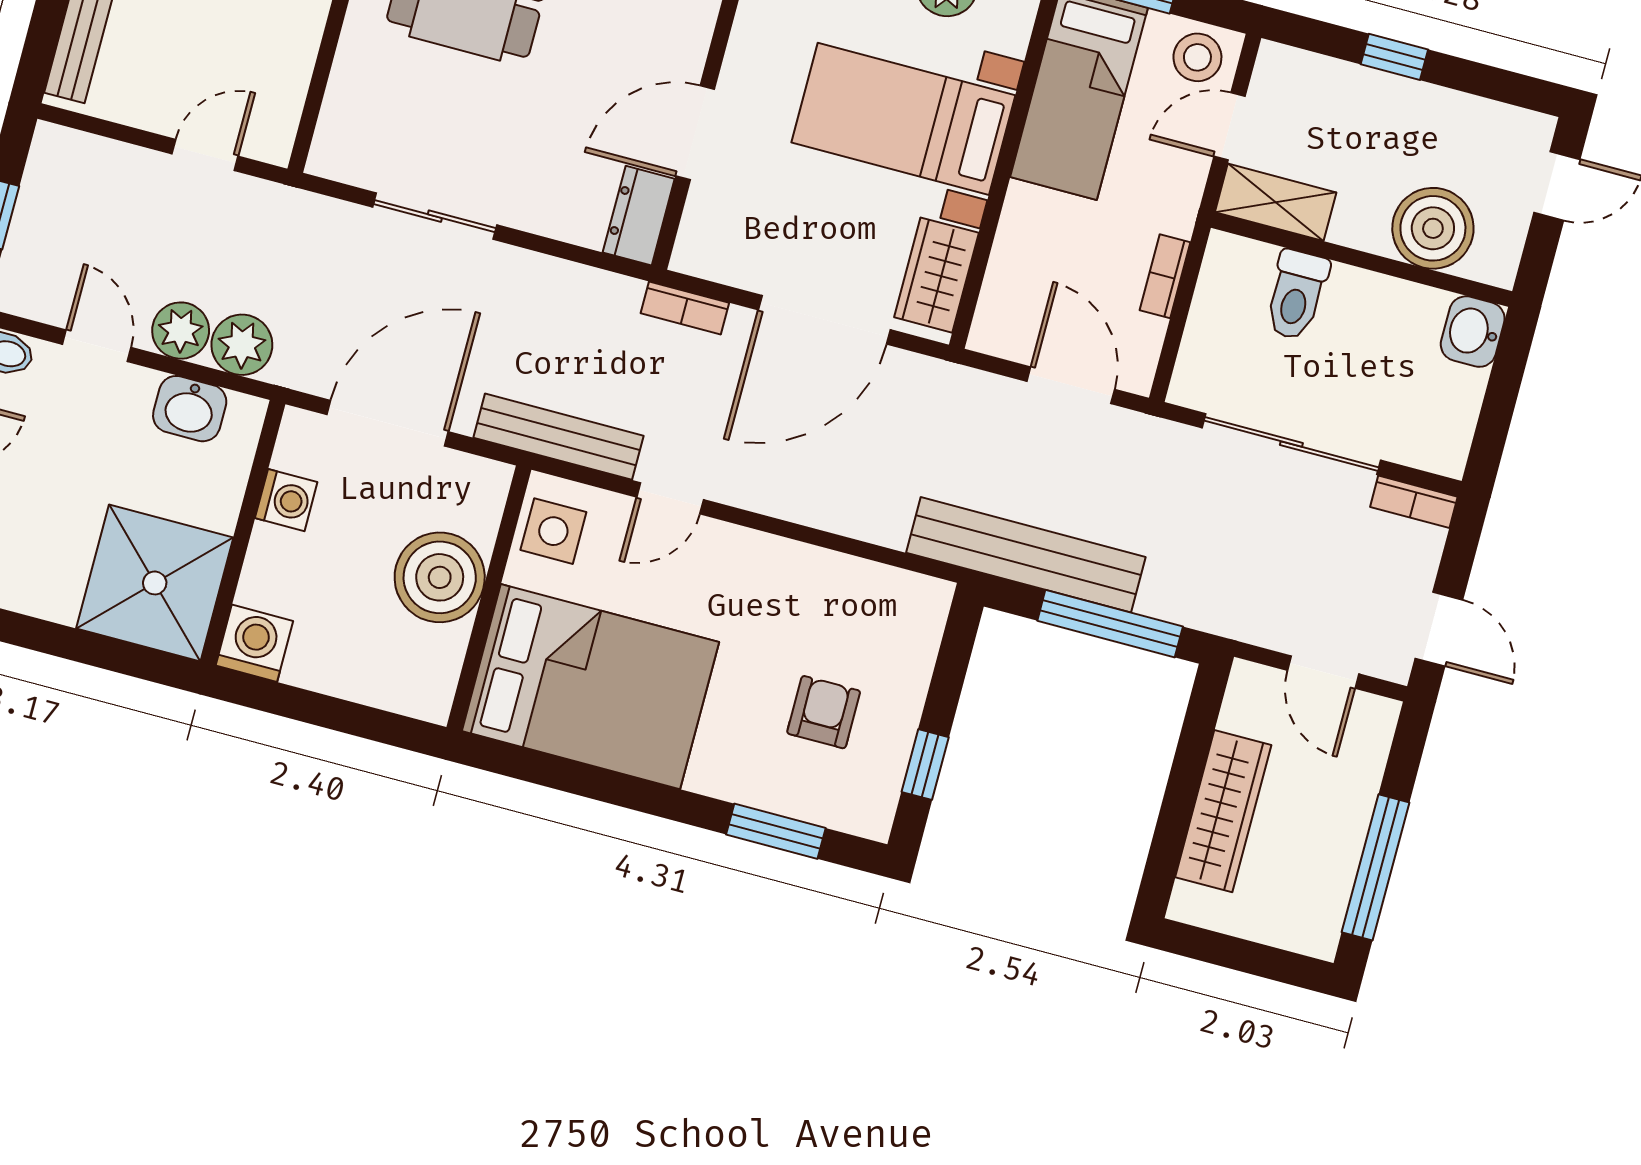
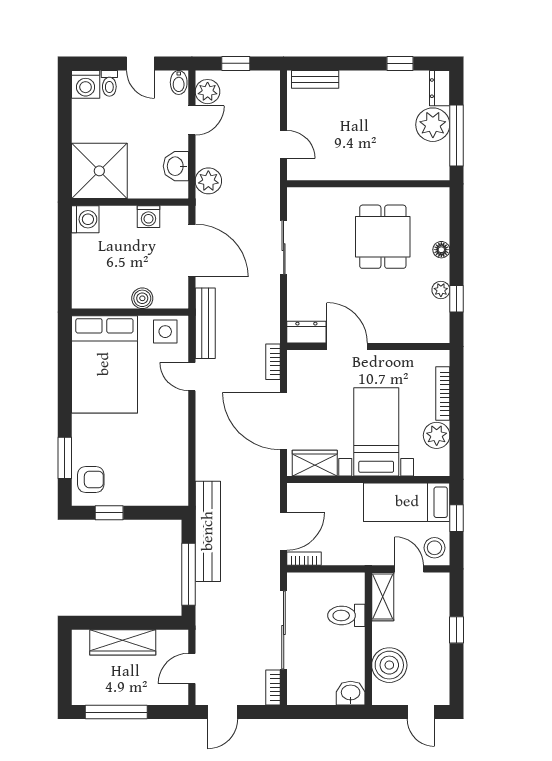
bookcase: (1165, 276) -> (304, 559), moved
plant: (181, 331) -> (208, 92), moved
boiler: (440, 577) -> (142, 298), width x0.54, depth x0.54
armchair: (824, 712) -> (91, 479), moved

